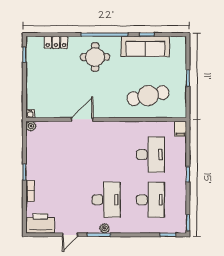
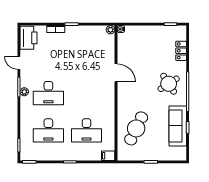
round table: (95, 57) -> (169, 84), turned -33
cafe table: (148, 96) -> (136, 128), turned 38

